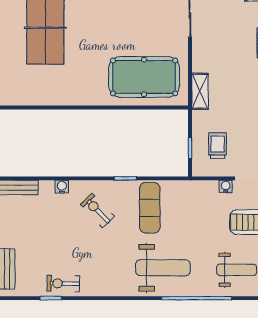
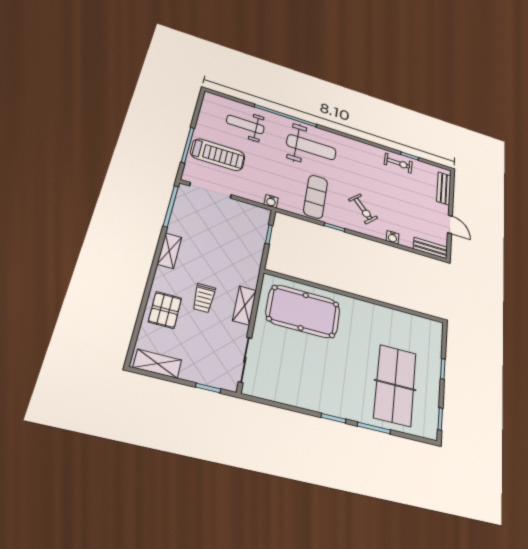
shelving: (200, 91) -> (244, 305), moved
trolley: (218, 146) -> (204, 298), moved
water cooler: (226, 186) -> (271, 201), moved
weight bench: (163, 268) -> (311, 147), turned 180

